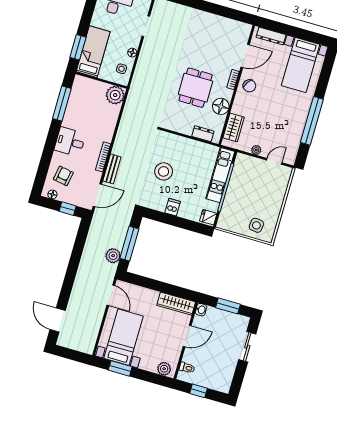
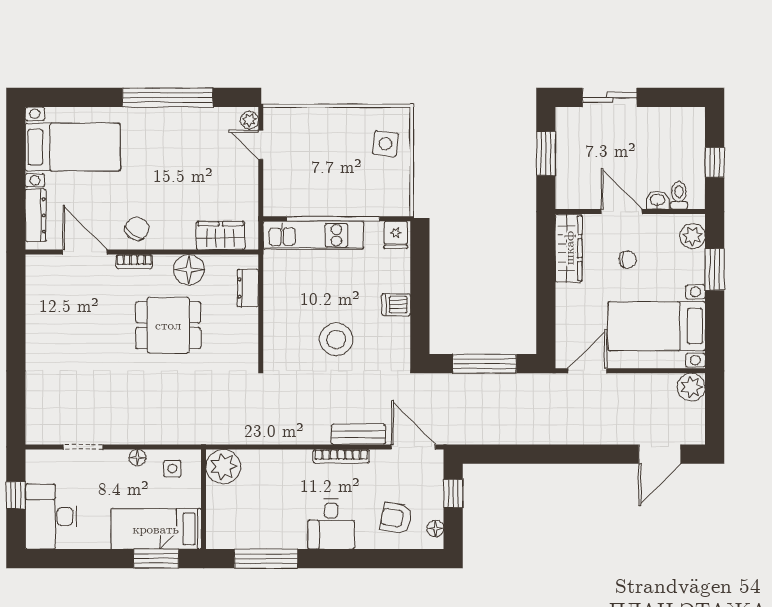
plant: (256, 150) -> (249, 120), moved
plant: (113, 256) -> (691, 387), moved
washbasin: (201, 310) -> (657, 200), moved
chair: (162, 332) -> (628, 260), added
window: (120, 368) -> (715, 269), moved

